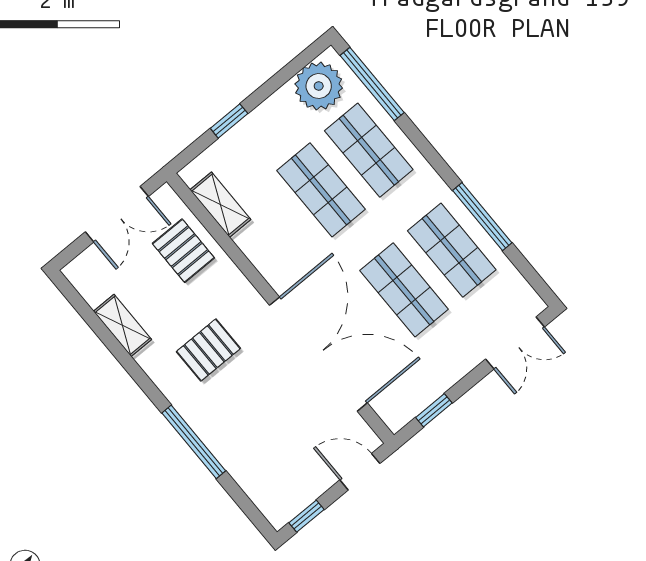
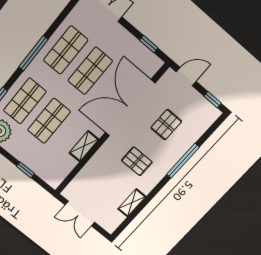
shelving: (220, 205) -> (84, 146), moved
double door: (117, 214) -> (80, 214), swing flipped
window: (482, 217) -> (33, 53), moved
pallet: (183, 251) -> (166, 125), moved
door: (360, 472) -> (186, 77), swing flipped

